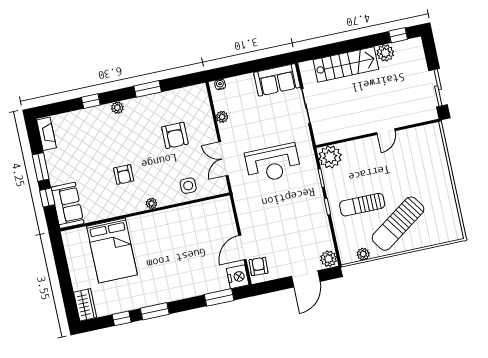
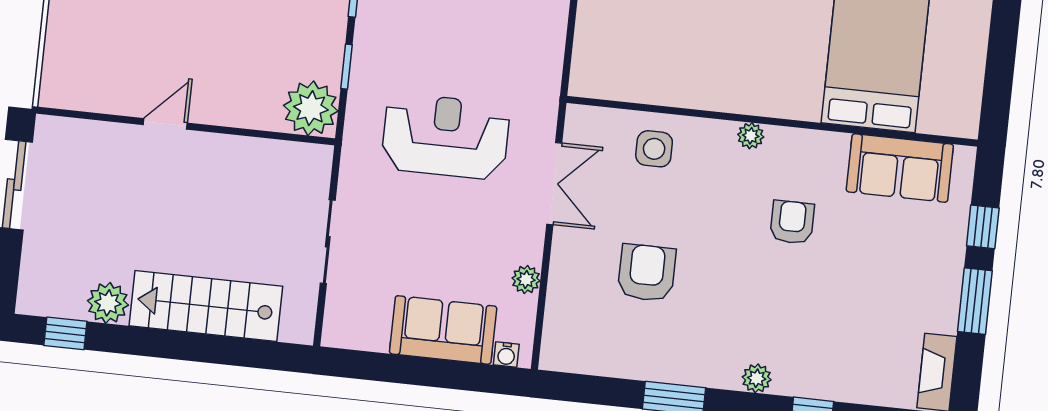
sofa: (277, 80) -> (443, 330), moved
sofa: (68, 205) -> (900, 168), moved, turned -90

